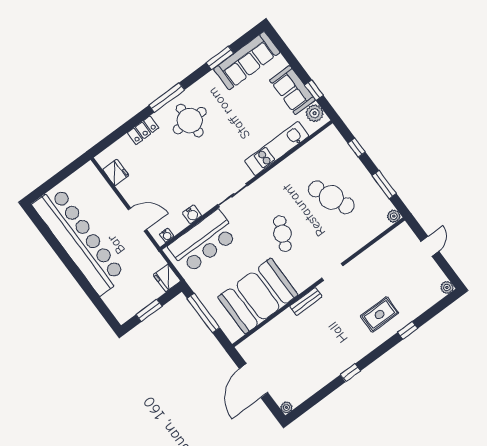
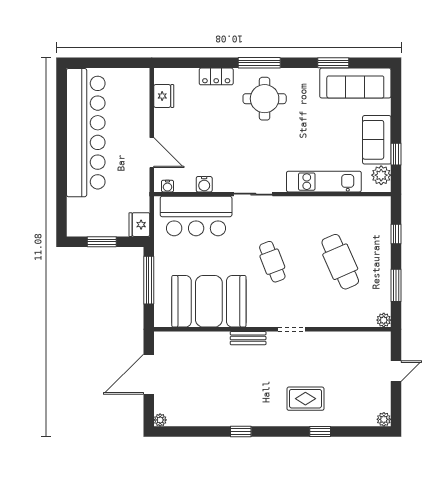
cafe table: (282, 234) -> (272, 262), turned -45

